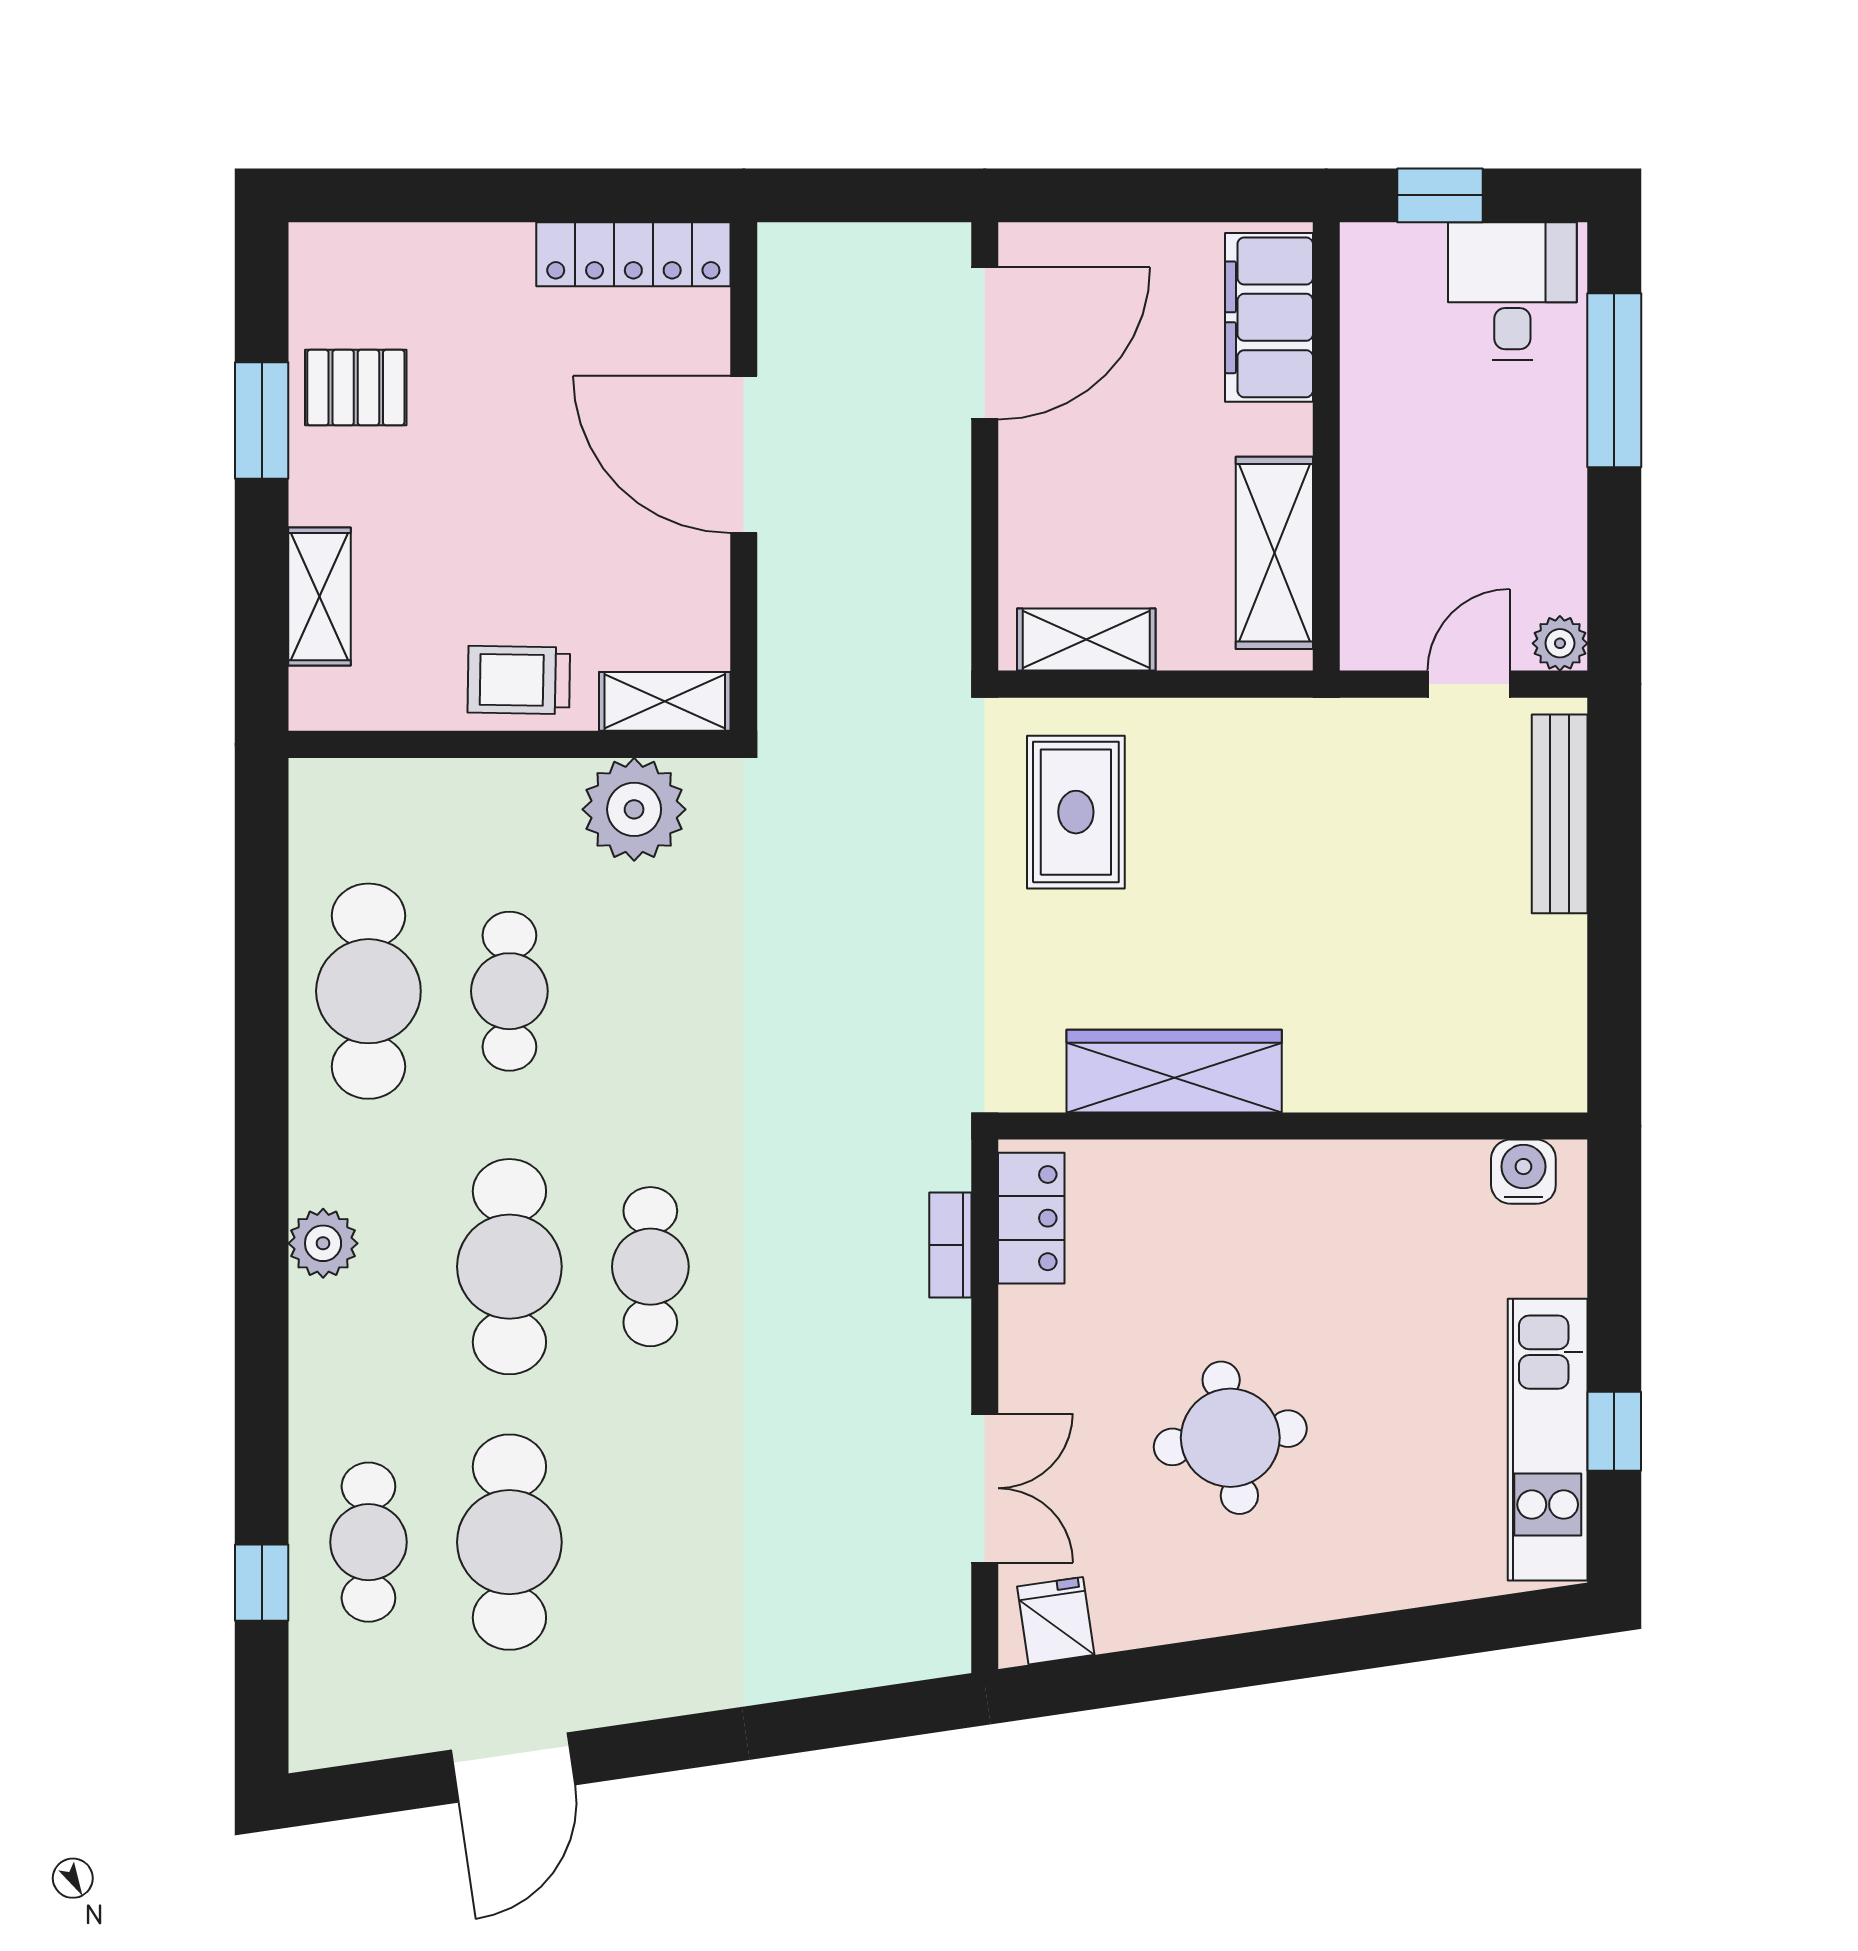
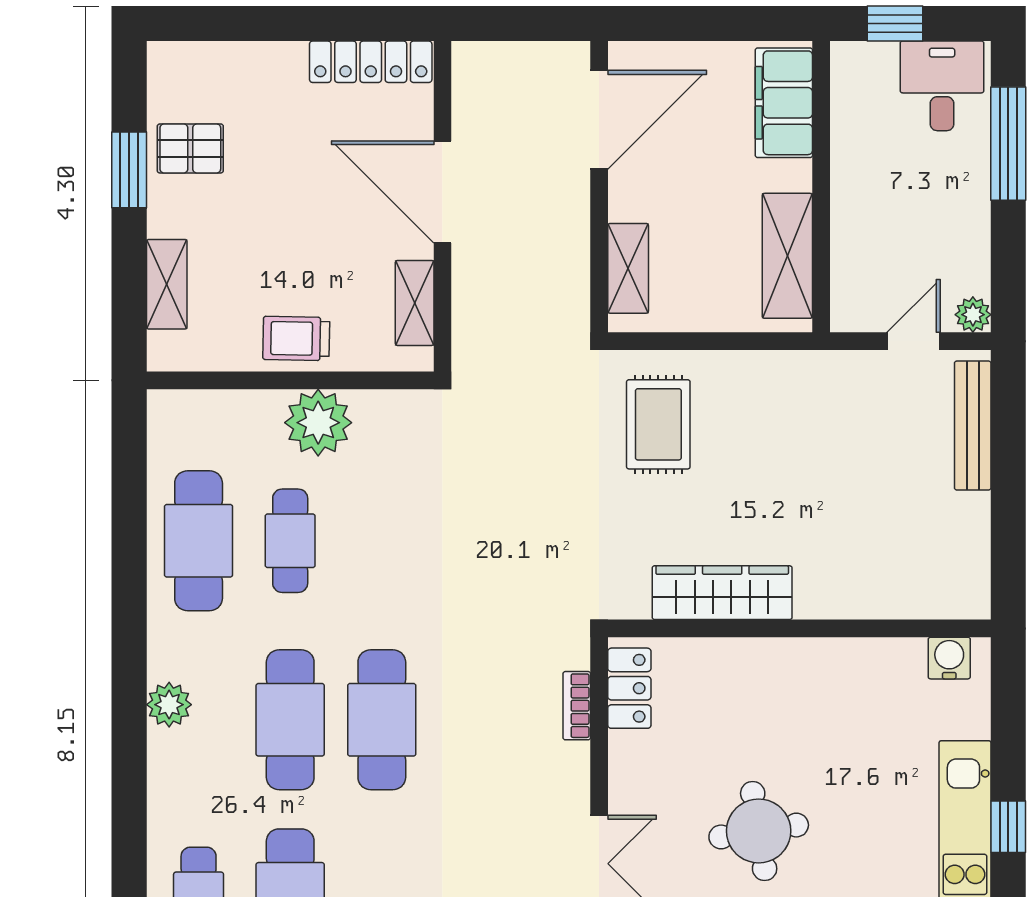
shelving: (1086, 640) -> (628, 268), moved, turned 90
shelving: (665, 701) -> (415, 303), moved, turned 90
plant: (634, 809) -> (318, 423), moved
cafe table: (650, 1267) -> (382, 720), width x1.37, depth x1.35

